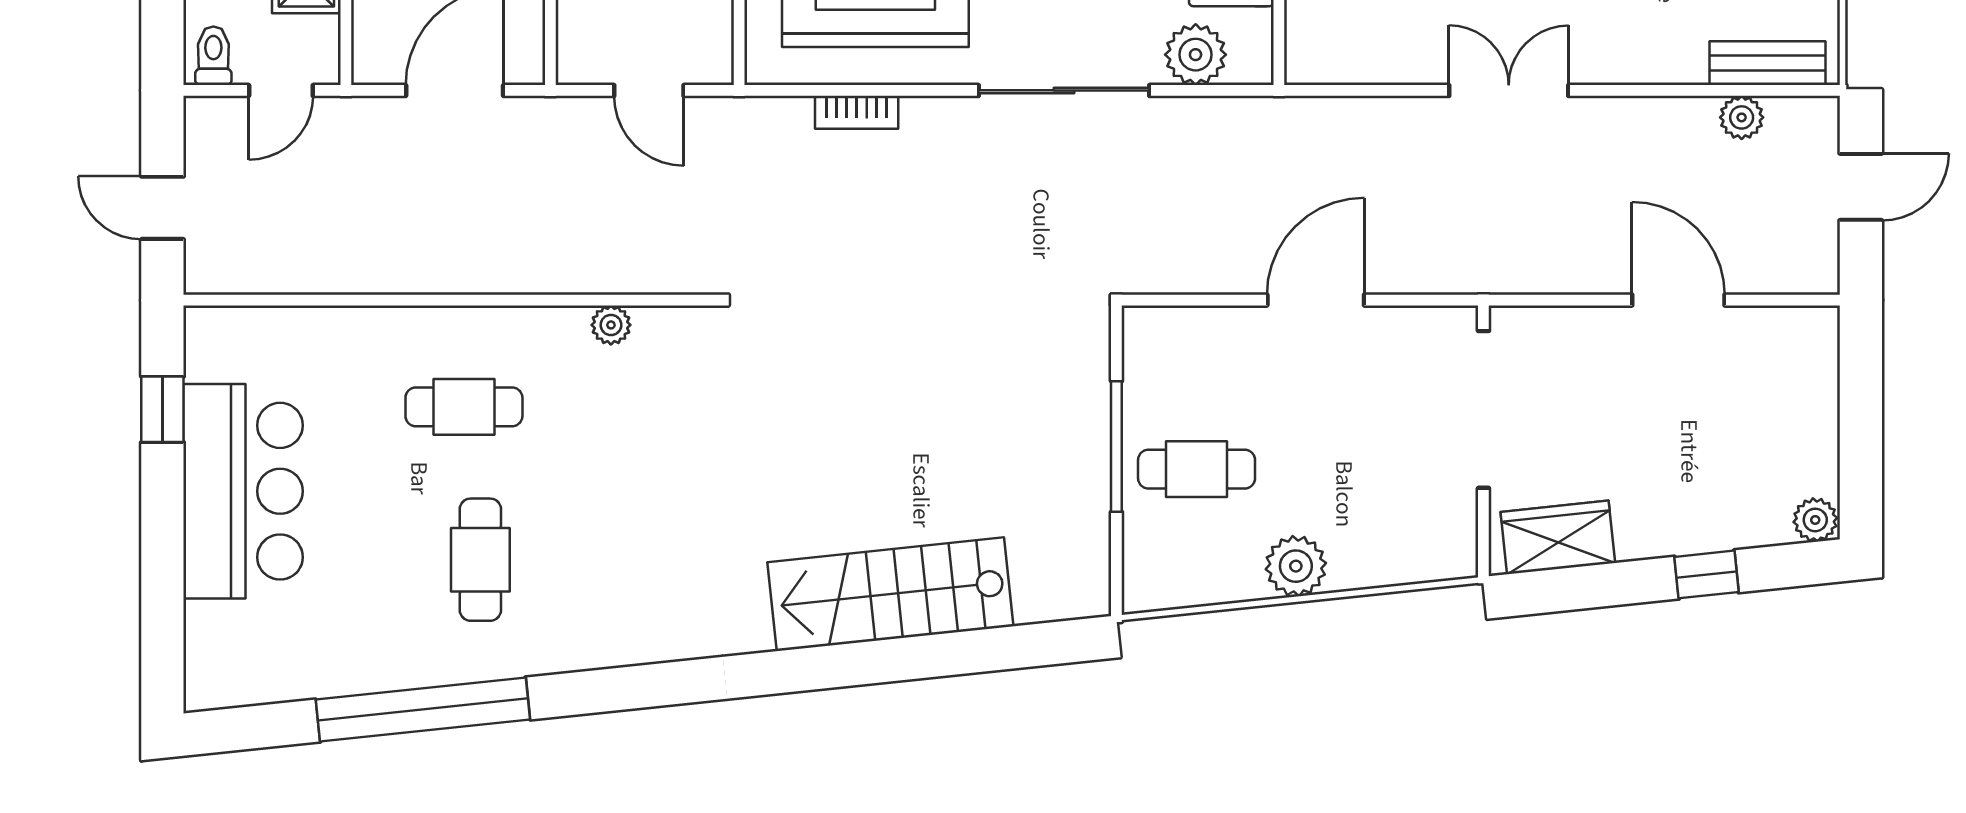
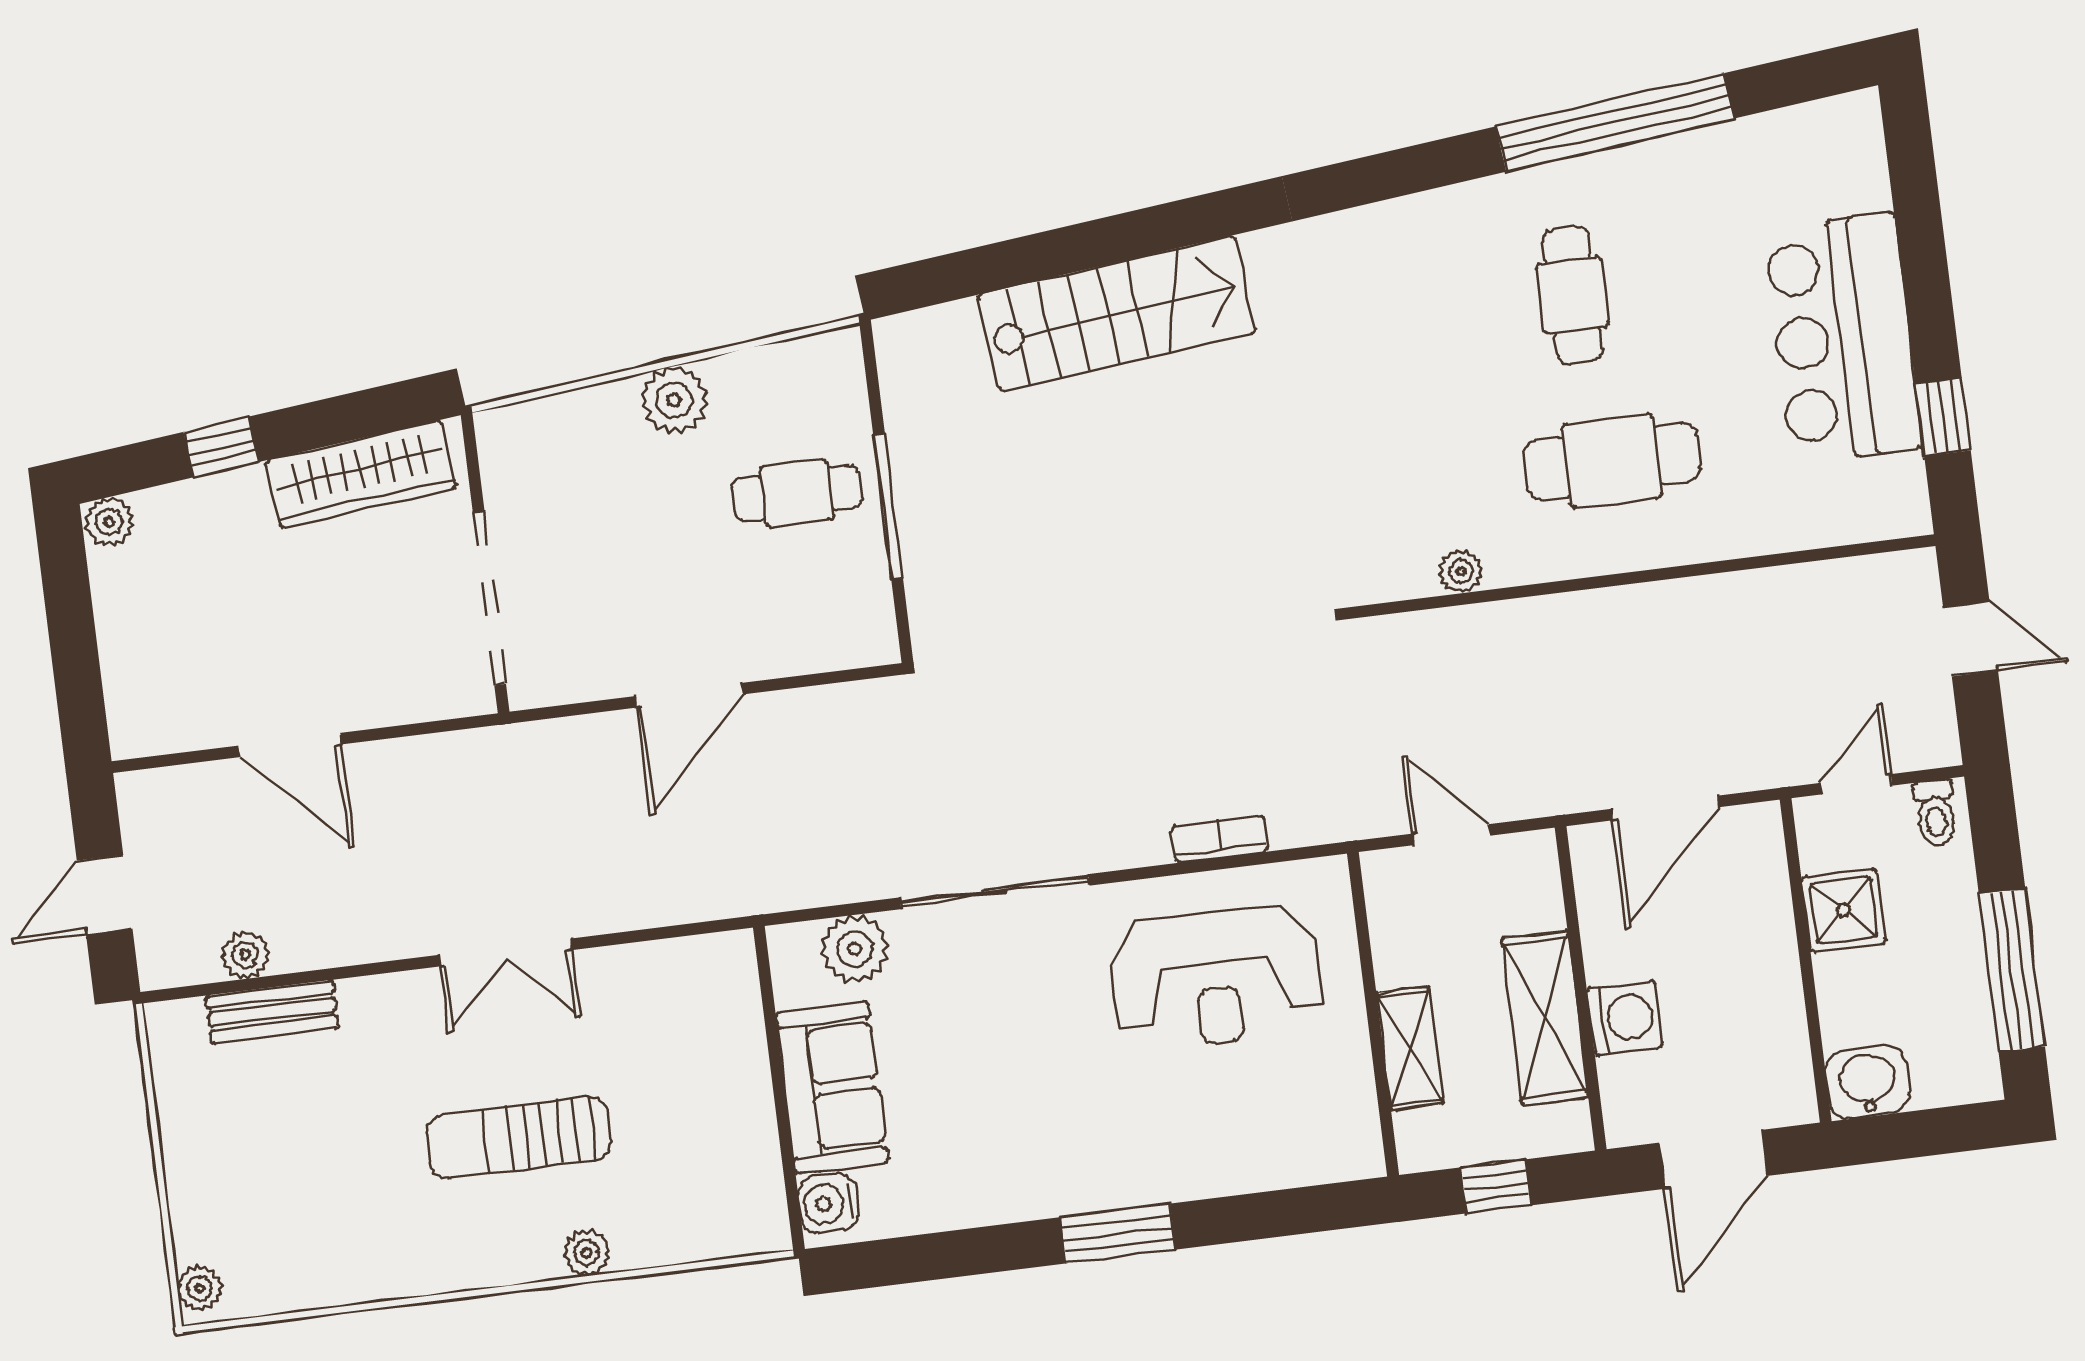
bench: (1768, 63) -> (272, 1012), moved
cafe table: (464, 407) -> (1612, 461), width x1.37, depth x1.35
wardrobe: (1558, 537) -> (361, 474), width x1.50

